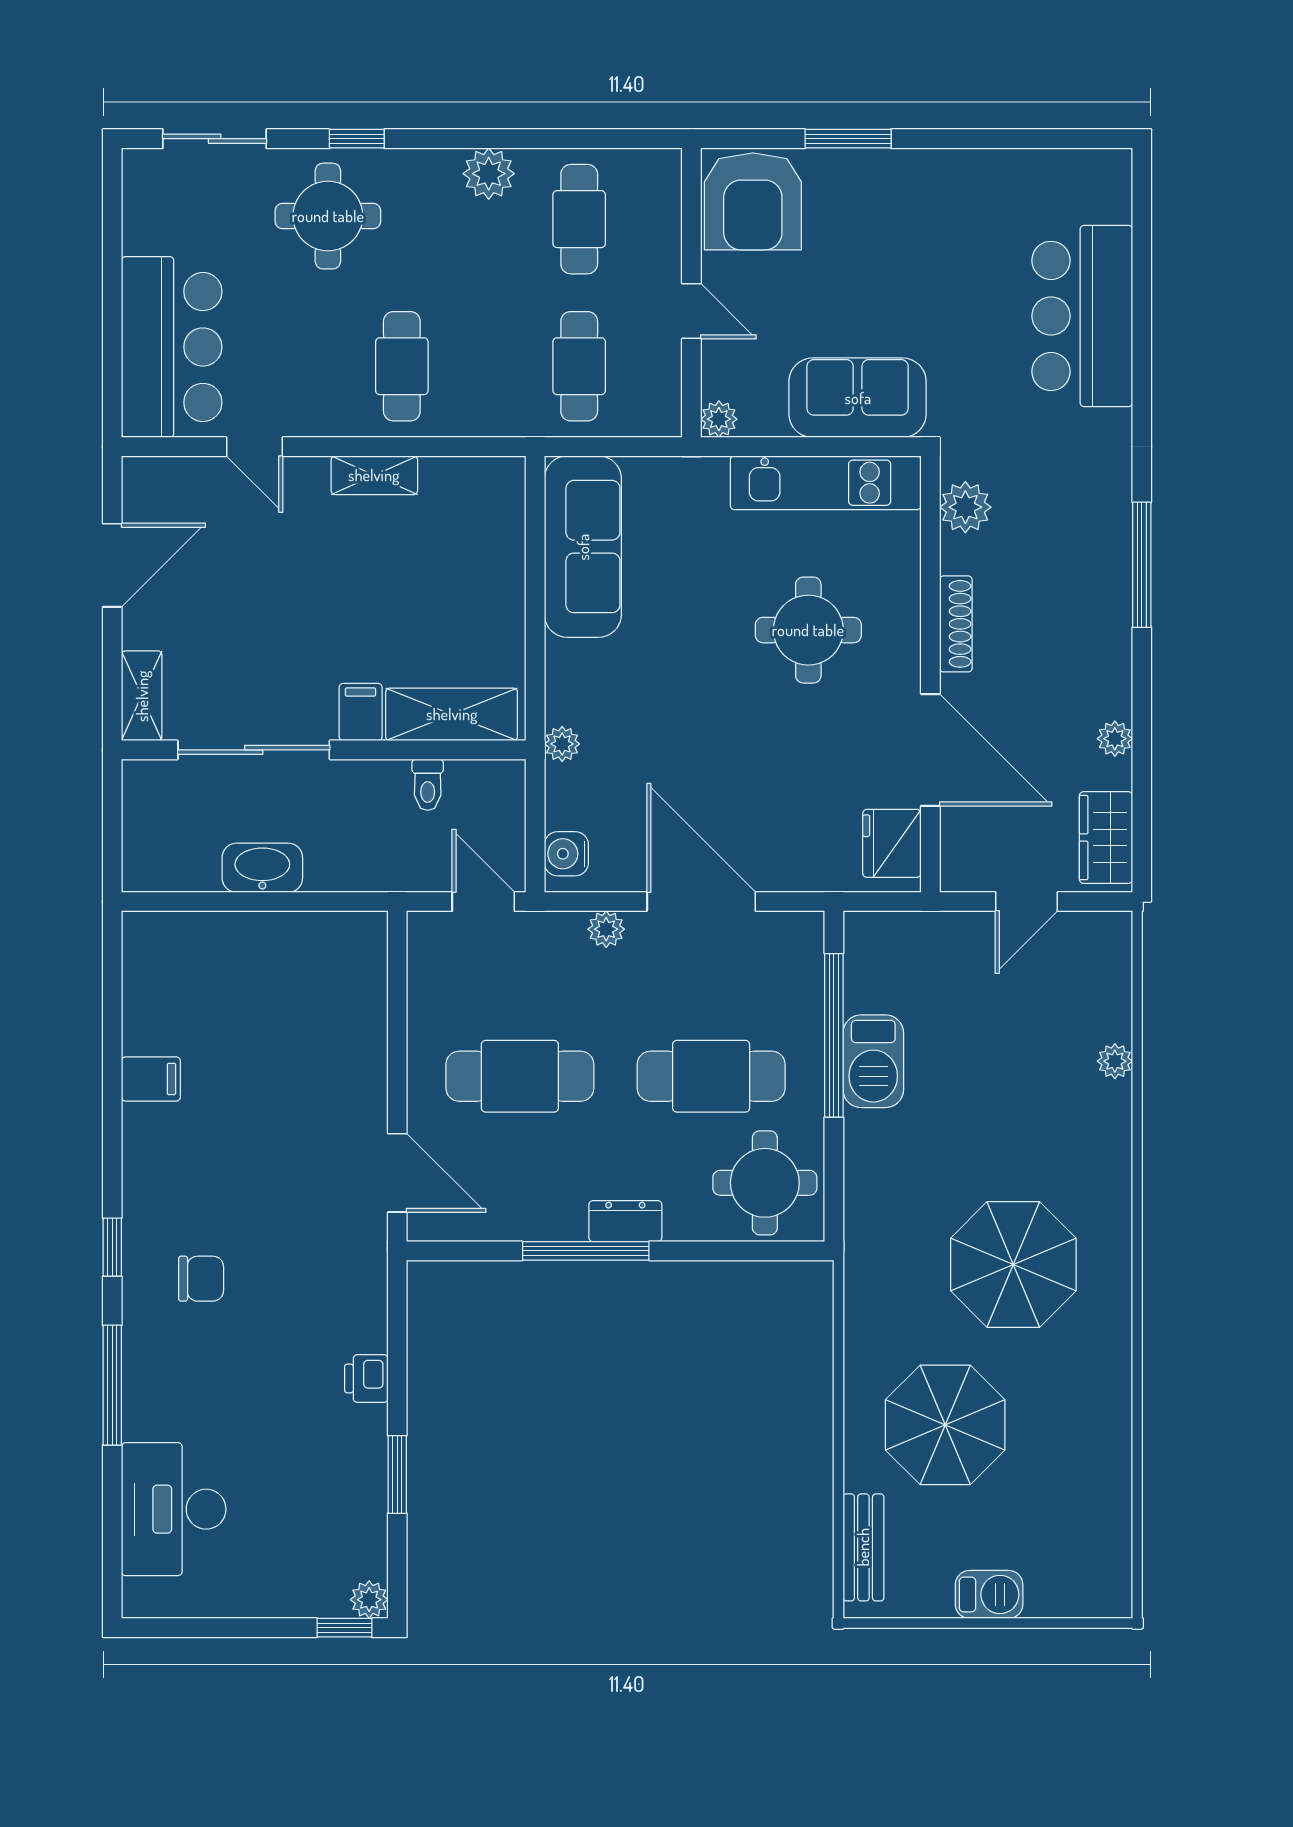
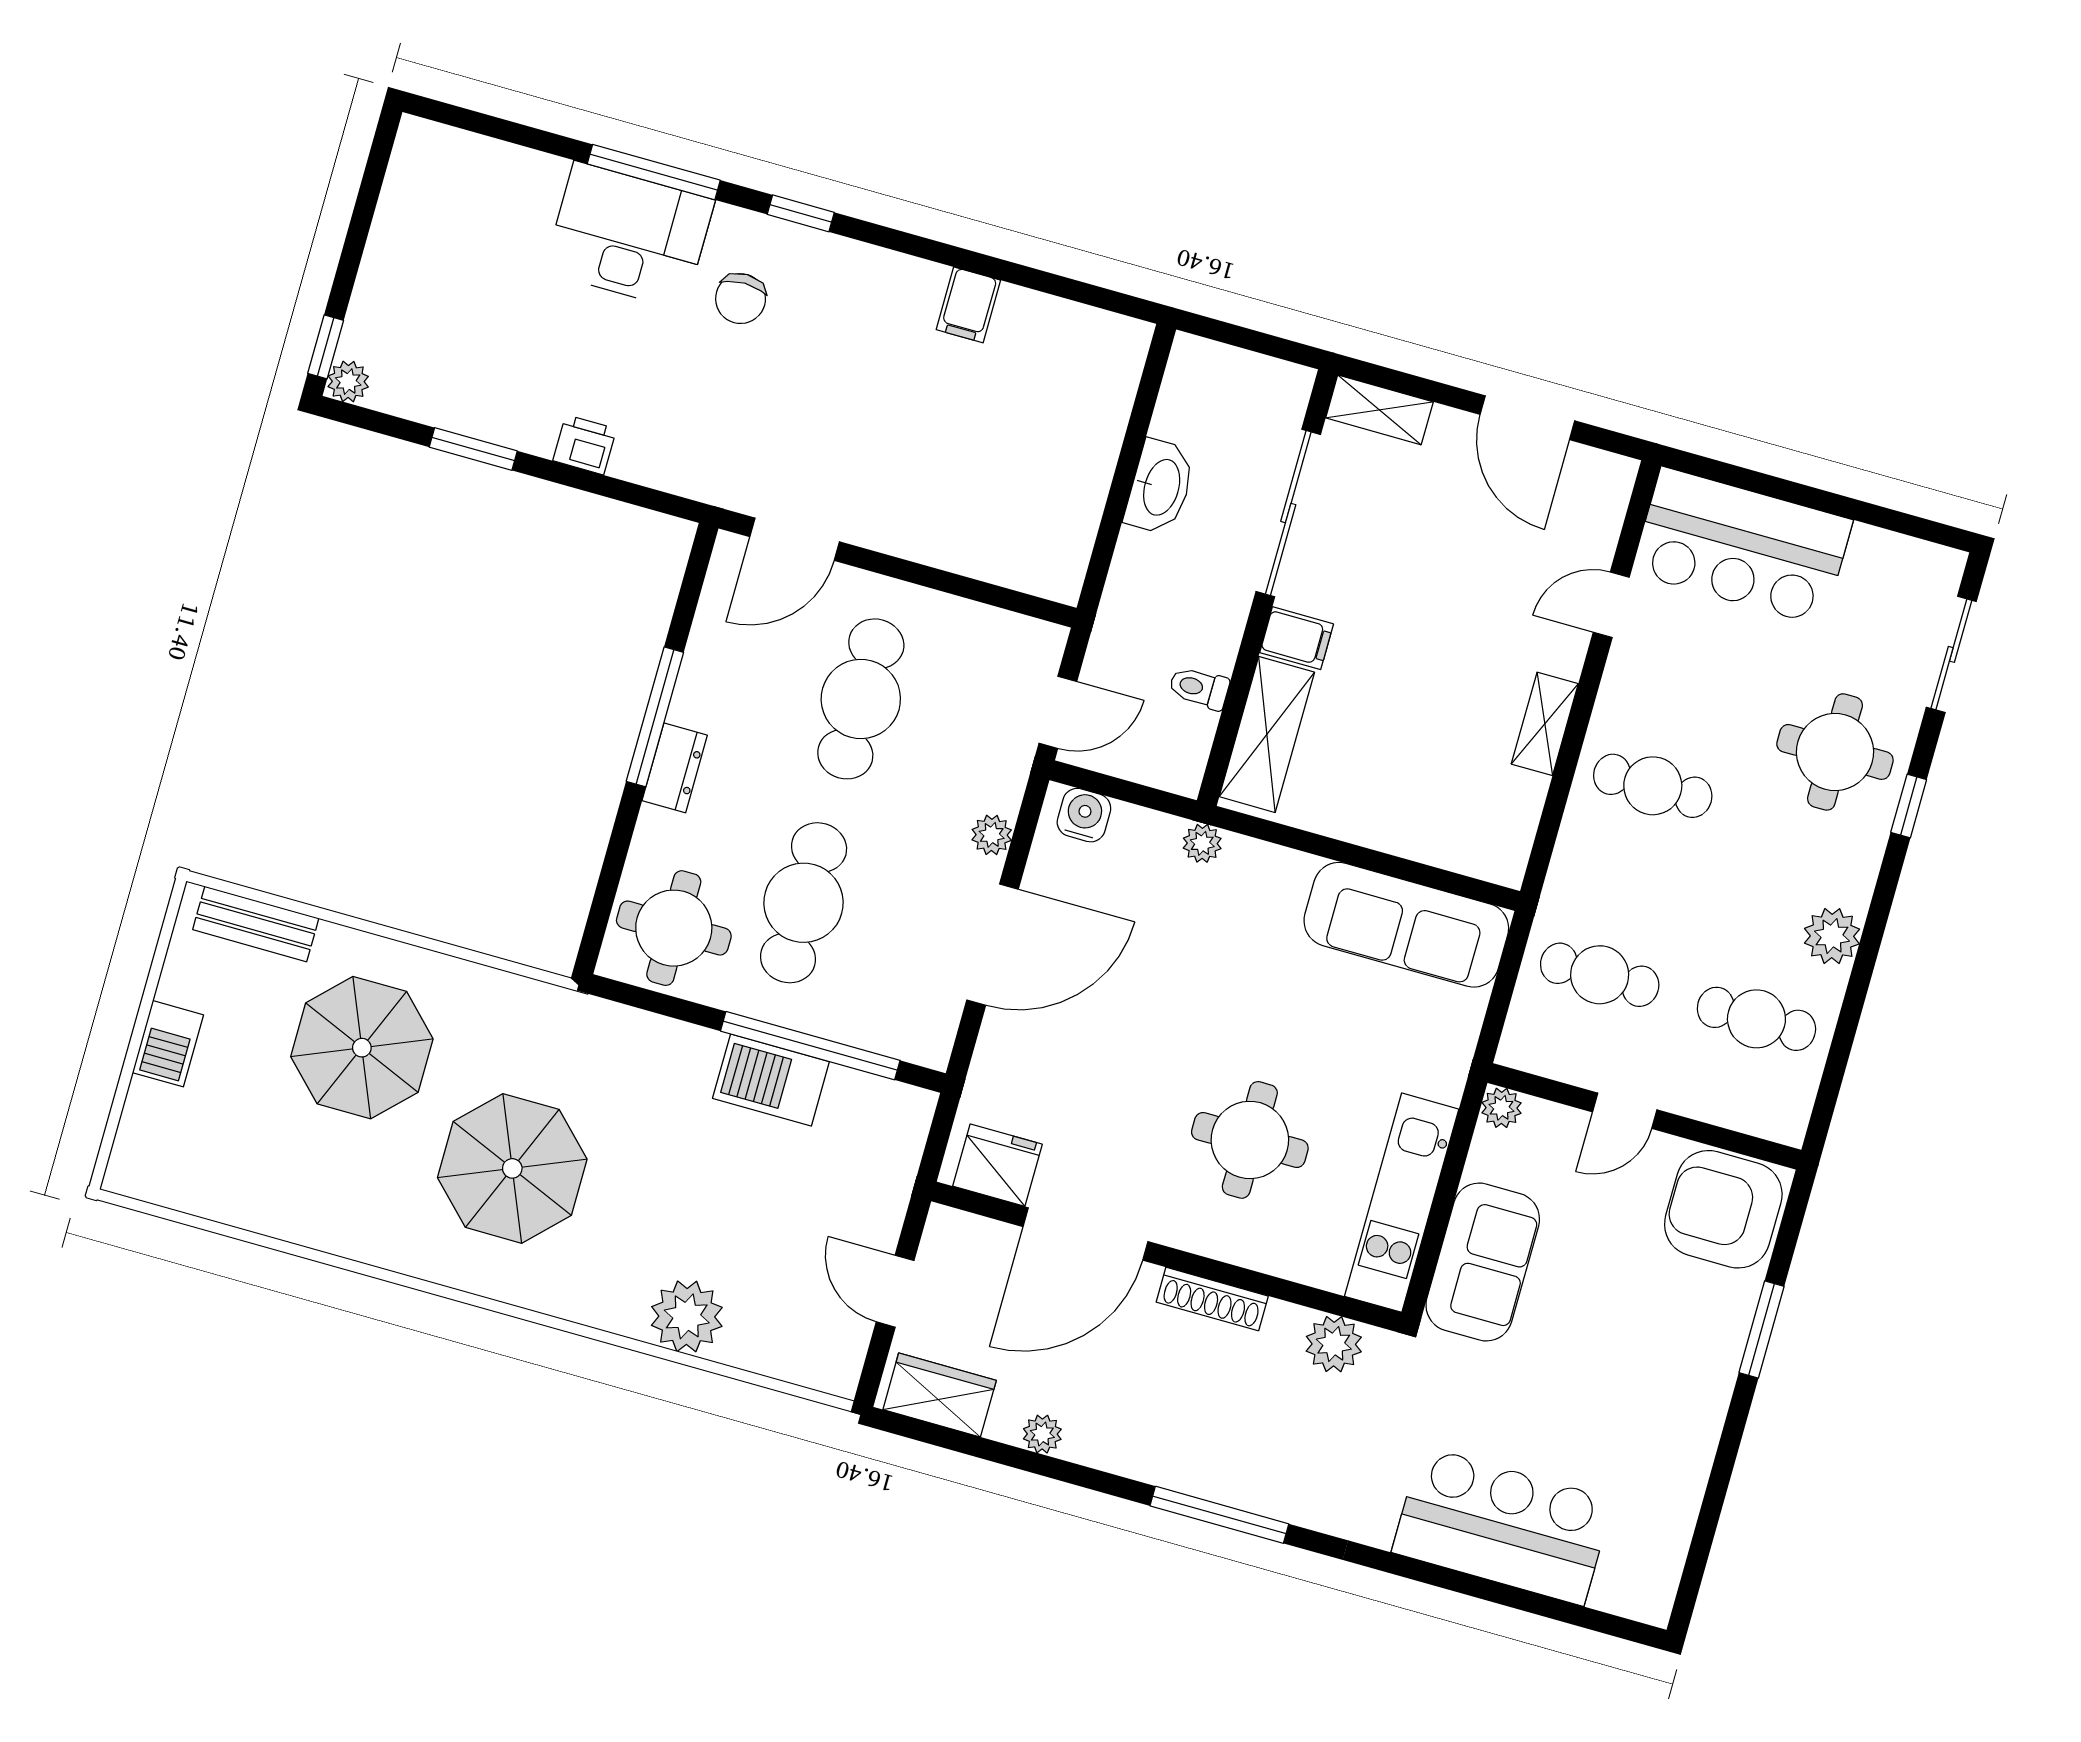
plant: (1115, 1061) -> (687, 1316), width x1.88, depth x1.88
desk: (174, 1509) -> (629, 236), moved

